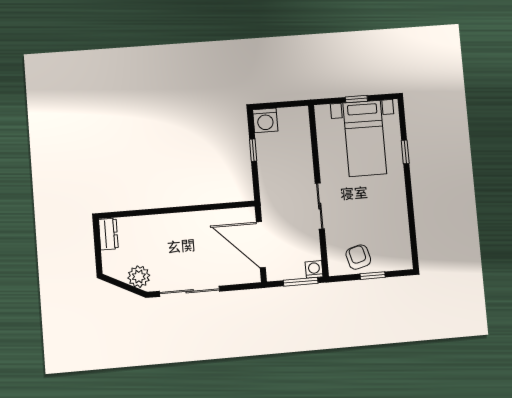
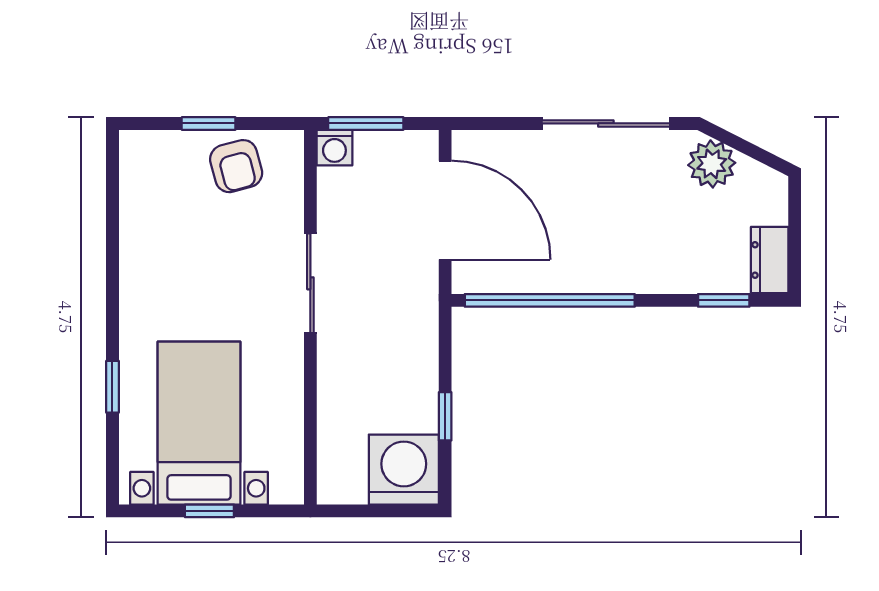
washing machine: (265, 120) -> (404, 470), width x1.37, depth x1.37
window: (209, 207) -> (550, 300), added
window: (128, 214) -> (724, 300), added

